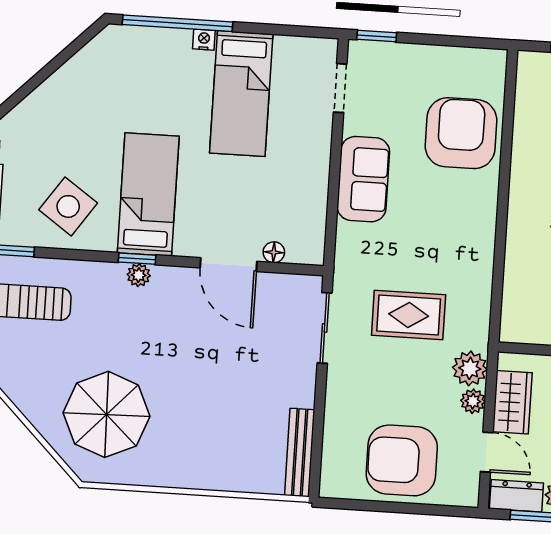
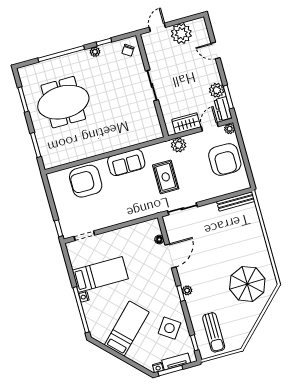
sofa: (363, 179) -> (126, 162), moved, turned 180
bed: (148, 195) -> (127, 329), moved, turned 135
plant: (473, 401) -> (230, 129), moved

